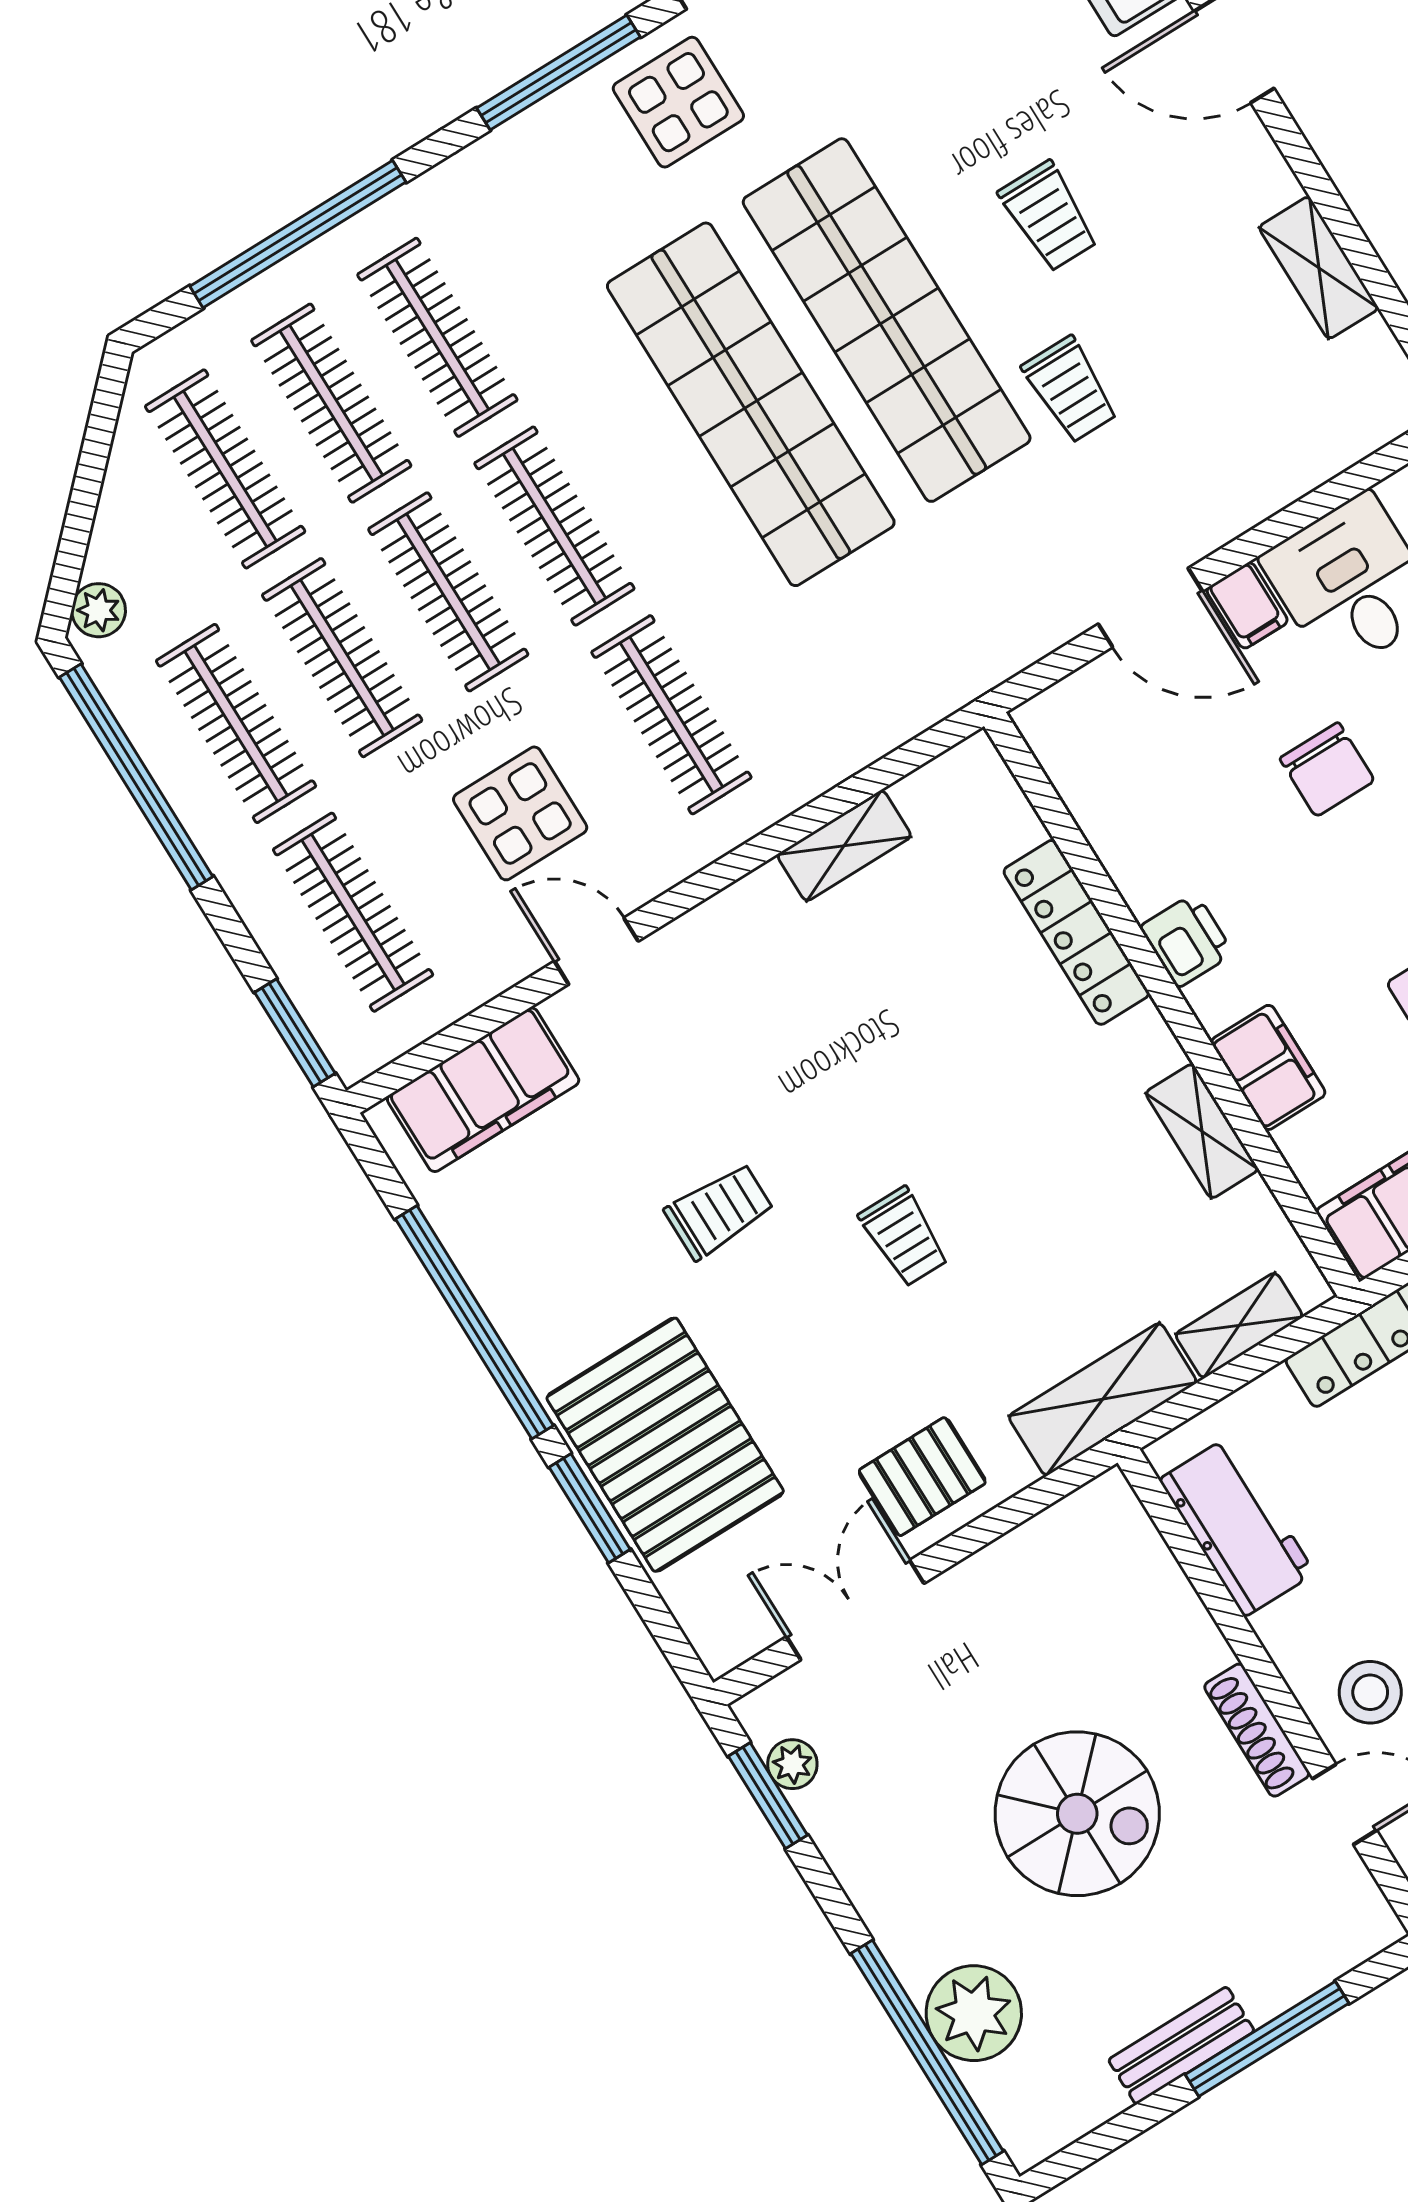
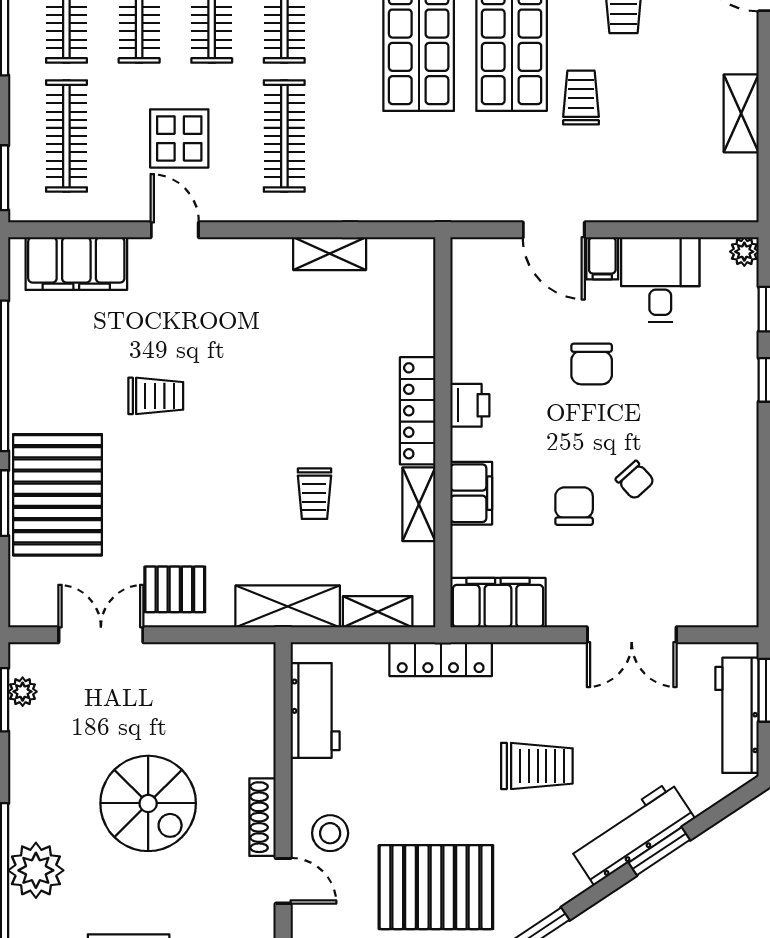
trolley: (1070, 390) -> (581, 98), turned 180
locker: (1076, 932) -> (418, 411), moved
trolley: (904, 1237) -> (314, 494), moved

